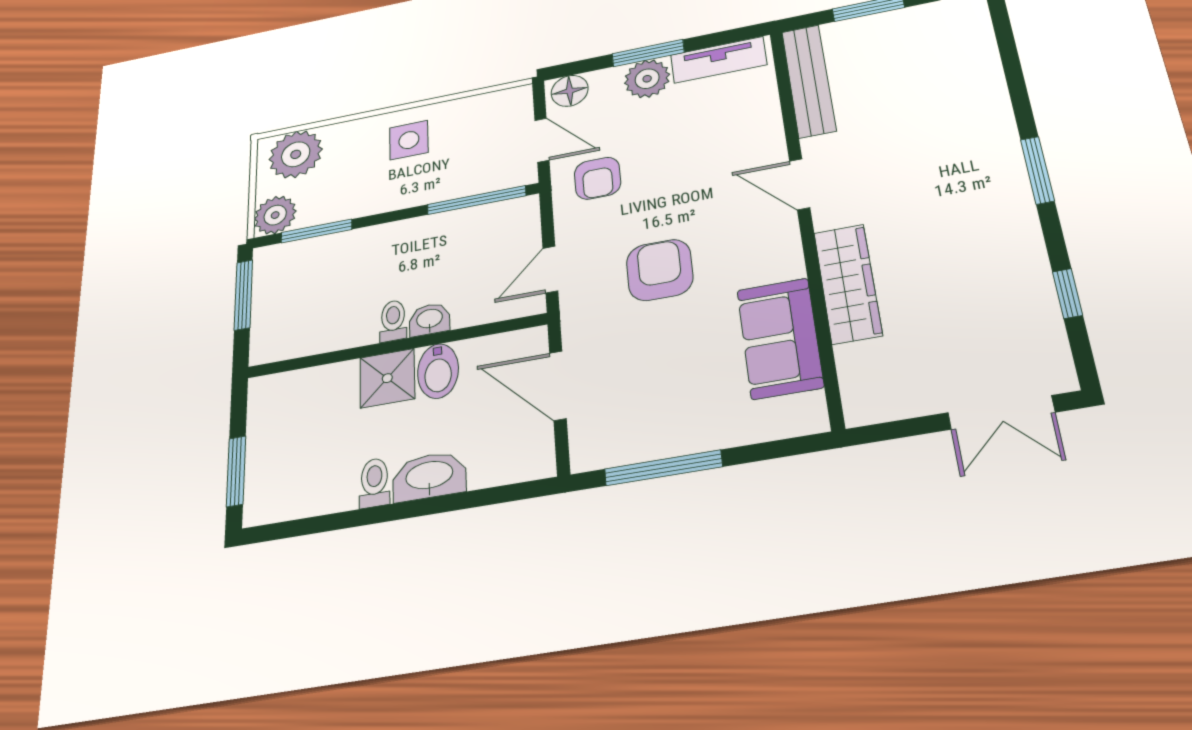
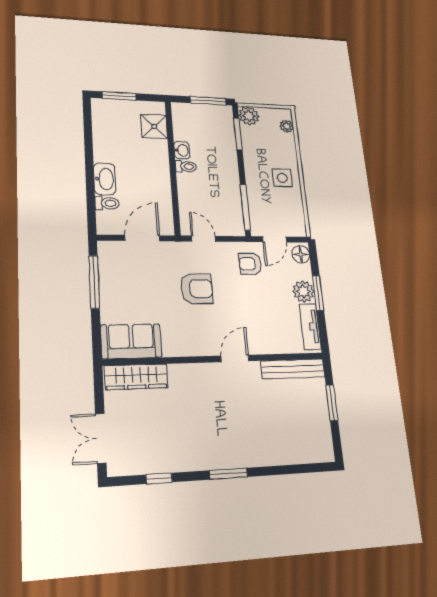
plant: (296, 154) -> (287, 126), width x0.53, depth x0.53
wardrobe: (848, 284) -> (136, 377), moved
washbasin: (430, 319) -> (182, 150), moved
sofa: (780, 338) -> (131, 341), moved
bidet: (438, 371) -> (157, 185), removed
shower: (387, 378) -> (154, 126), moved
toilet: (374, 483) -> (107, 203), moved

